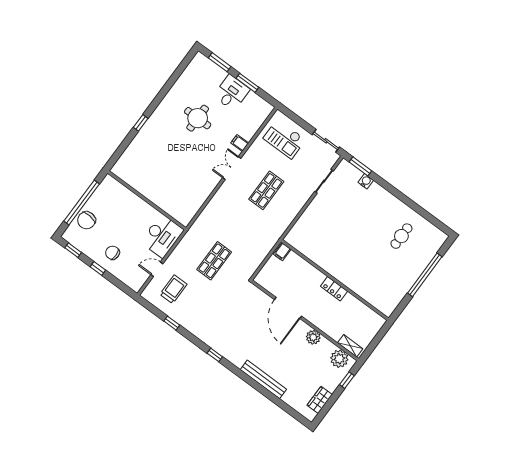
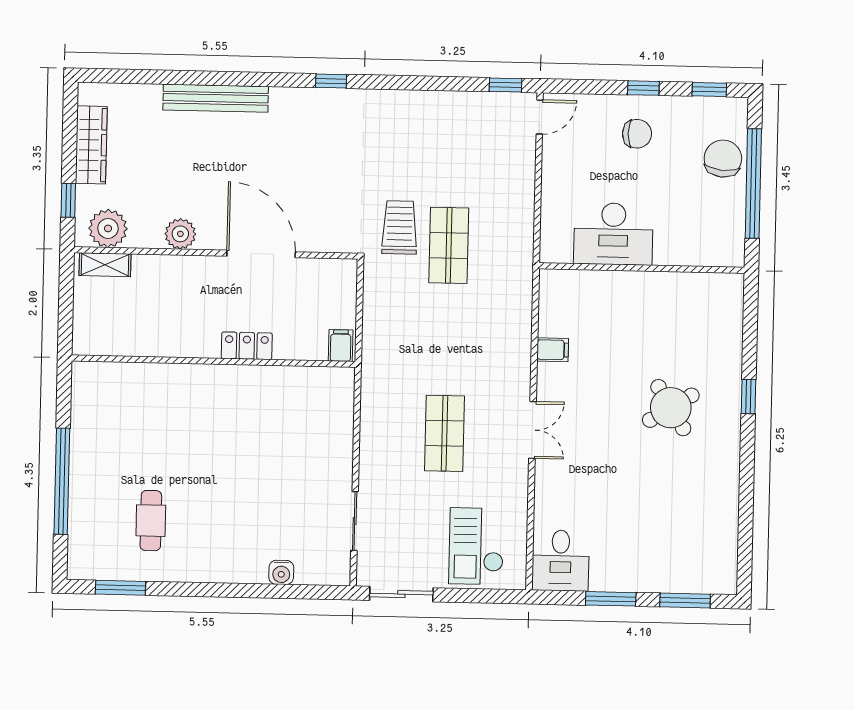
desk: (232, 93) -> (560, 560), moved
round table: (198, 118) -> (671, 408), moved, turned -32
checkout: (284, 139) -> (476, 546), turned -90
filing cabinet: (240, 143) -> (553, 350), moved
window: (360, 166) -> (120, 588), moved
desk: (162, 236) -> (613, 234), moved, turned -90
door: (157, 269) -> (540, 117), moved
trolley: (173, 289) -> (400, 227), moved, turned 180
locker: (334, 289) -> (247, 346), moved
window: (172, 323) -> (506, 85), moved
wardrobe: (320, 400) -> (91, 145), width x1.50

